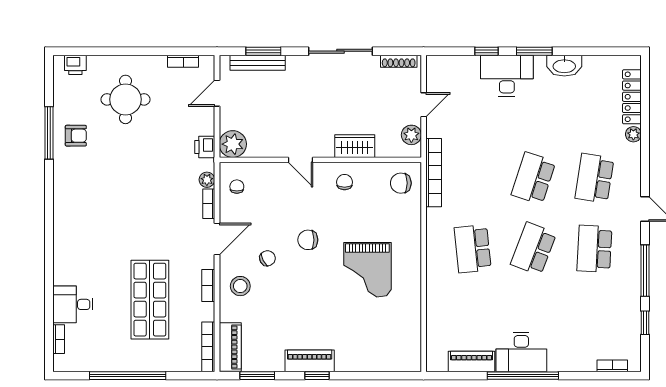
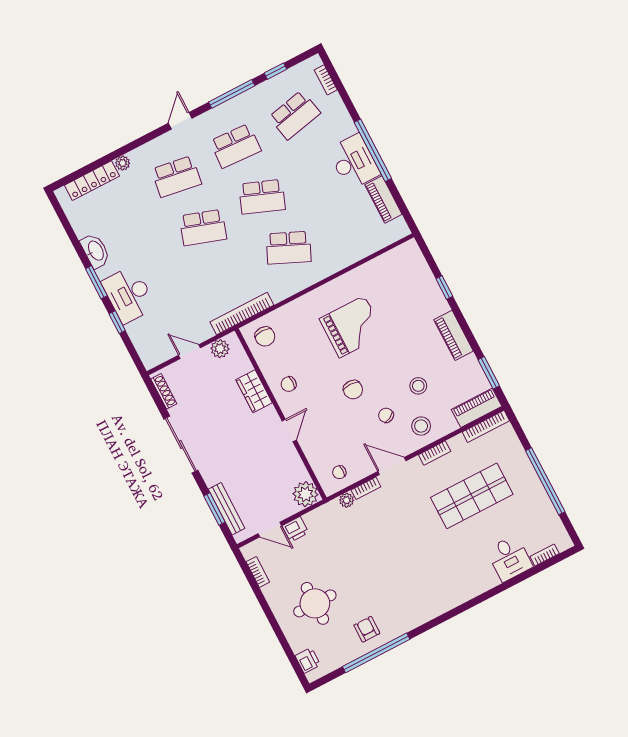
window: (49, 133) -> (376, 653), width x1.46
printer: (205, 147) -> (295, 529), moved
school desk: (473, 249) -> (289, 248), turned 30
stool: (279, 303) -> (418, 386), added
school desk: (594, 319) -> (295, 115), added
window: (317, 376) -> (444, 288), moved

